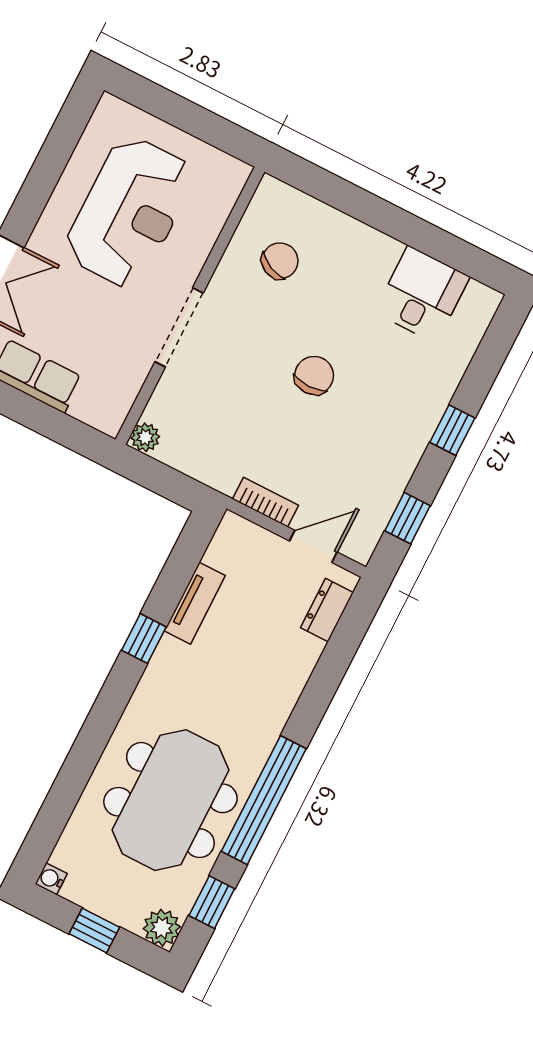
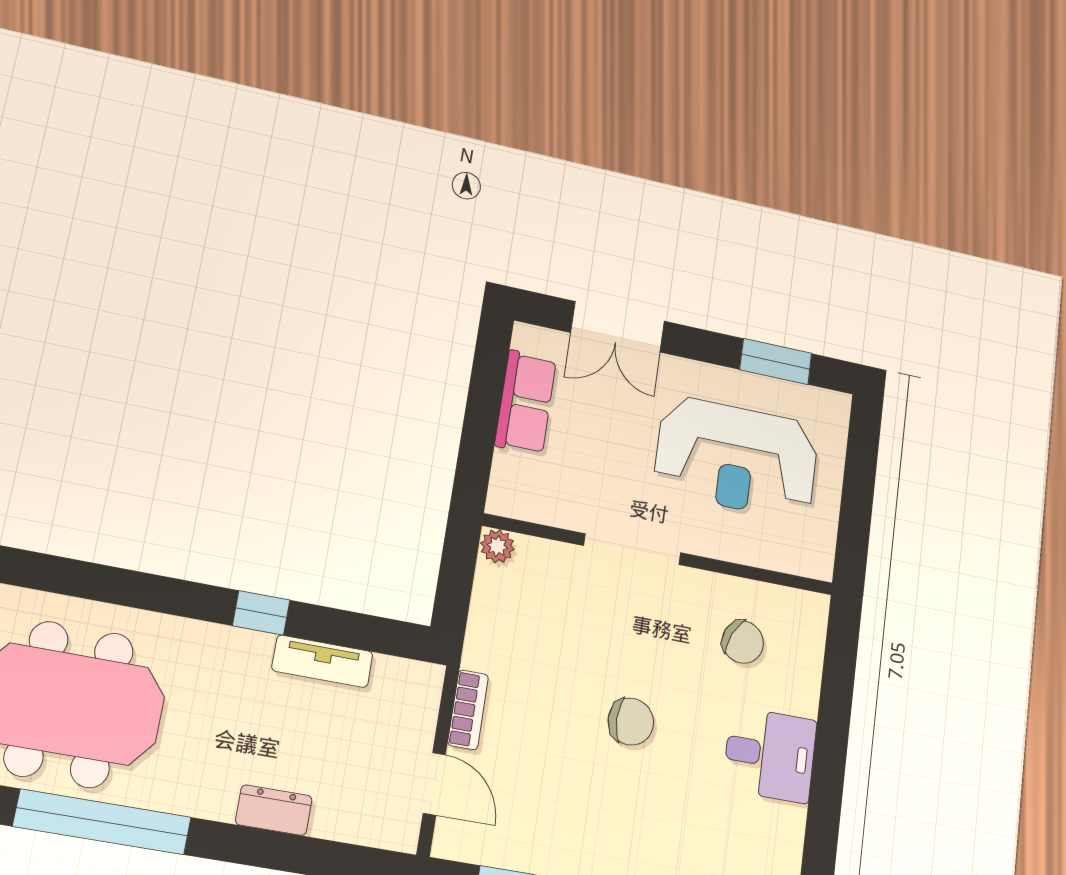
window: (58, 148) -> (776, 362), added
desk: (422, 294) -> (770, 755), moved
dresser: (327, 610) -> (274, 810), moved

